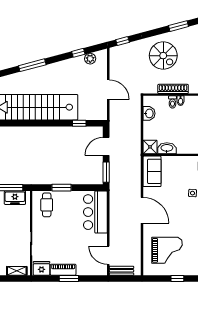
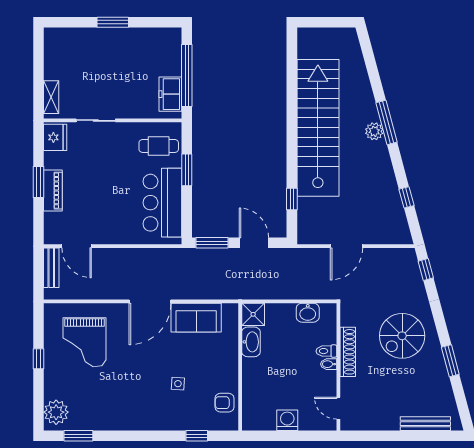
plant: (90, 59) -> (374, 131), moved
sofa: (152, 171) -> (196, 318), moved
bar counter: (95, 212) -> (162, 203), moved, turned -90
door: (108, 255) -> (77, 246), swing flipped
piano: (63, 270) -> (53, 191), moved

